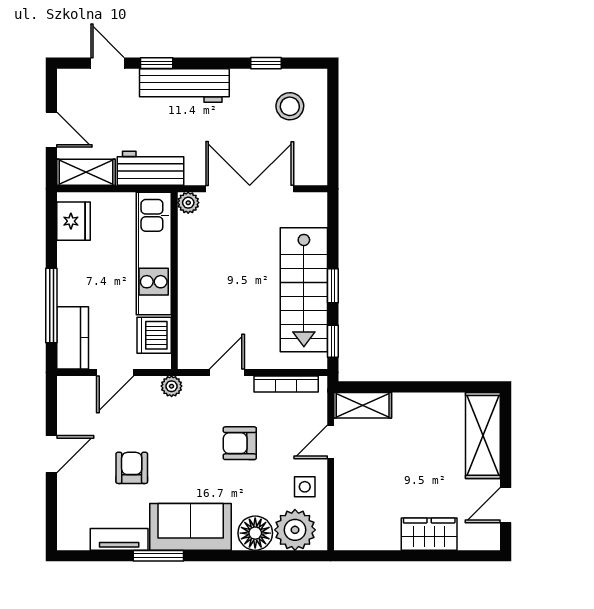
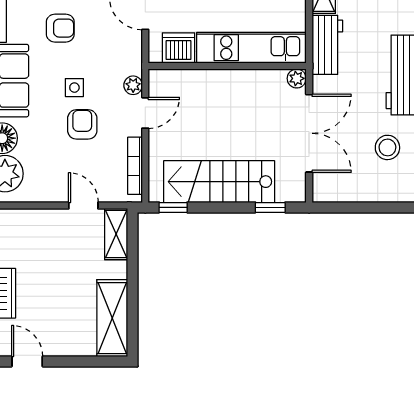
stool: (290, 106) -> (387, 147), moved
window: (333, 286) -> (270, 207), moved
door: (227, 373) -> (145, 113), hinge flipped
plant: (172, 386) -> (133, 85), moved
shelving: (483, 435) -> (112, 318), moved, turned 90
side table: (305, 487) -> (74, 88), moved

